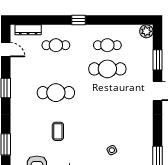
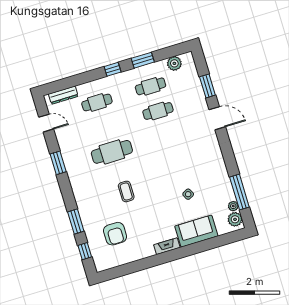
window: (107, 20) -> (143, 60), added
plant: (146, 31) -> (174, 63), moved
cafe table: (107, 69) -> (158, 111), width x0.73, depth x0.74

